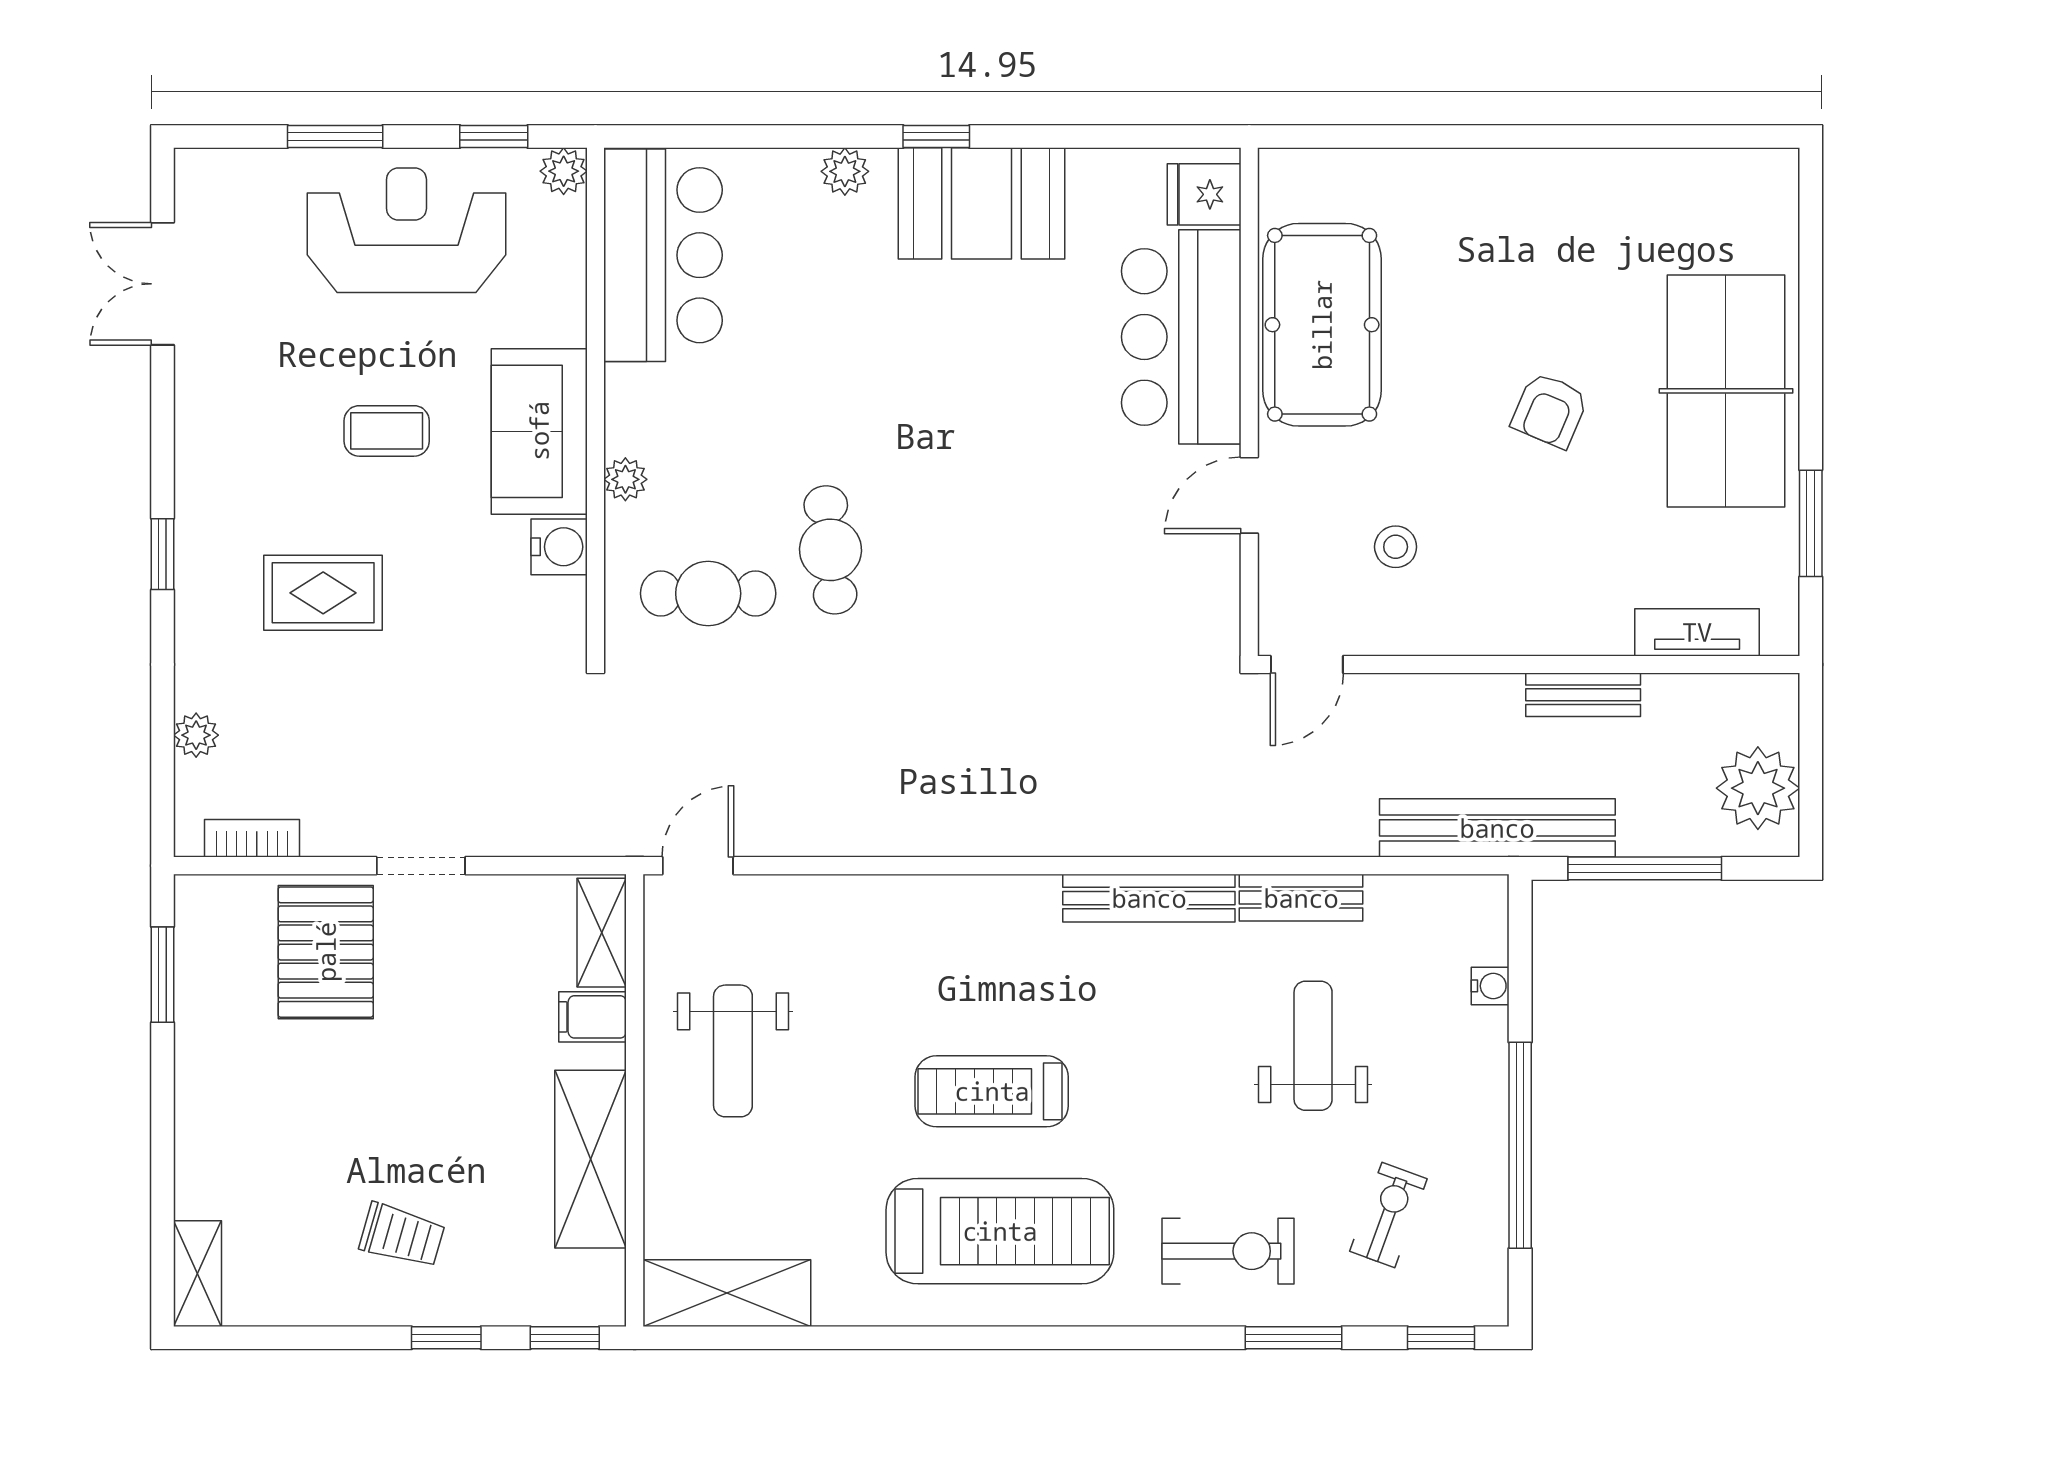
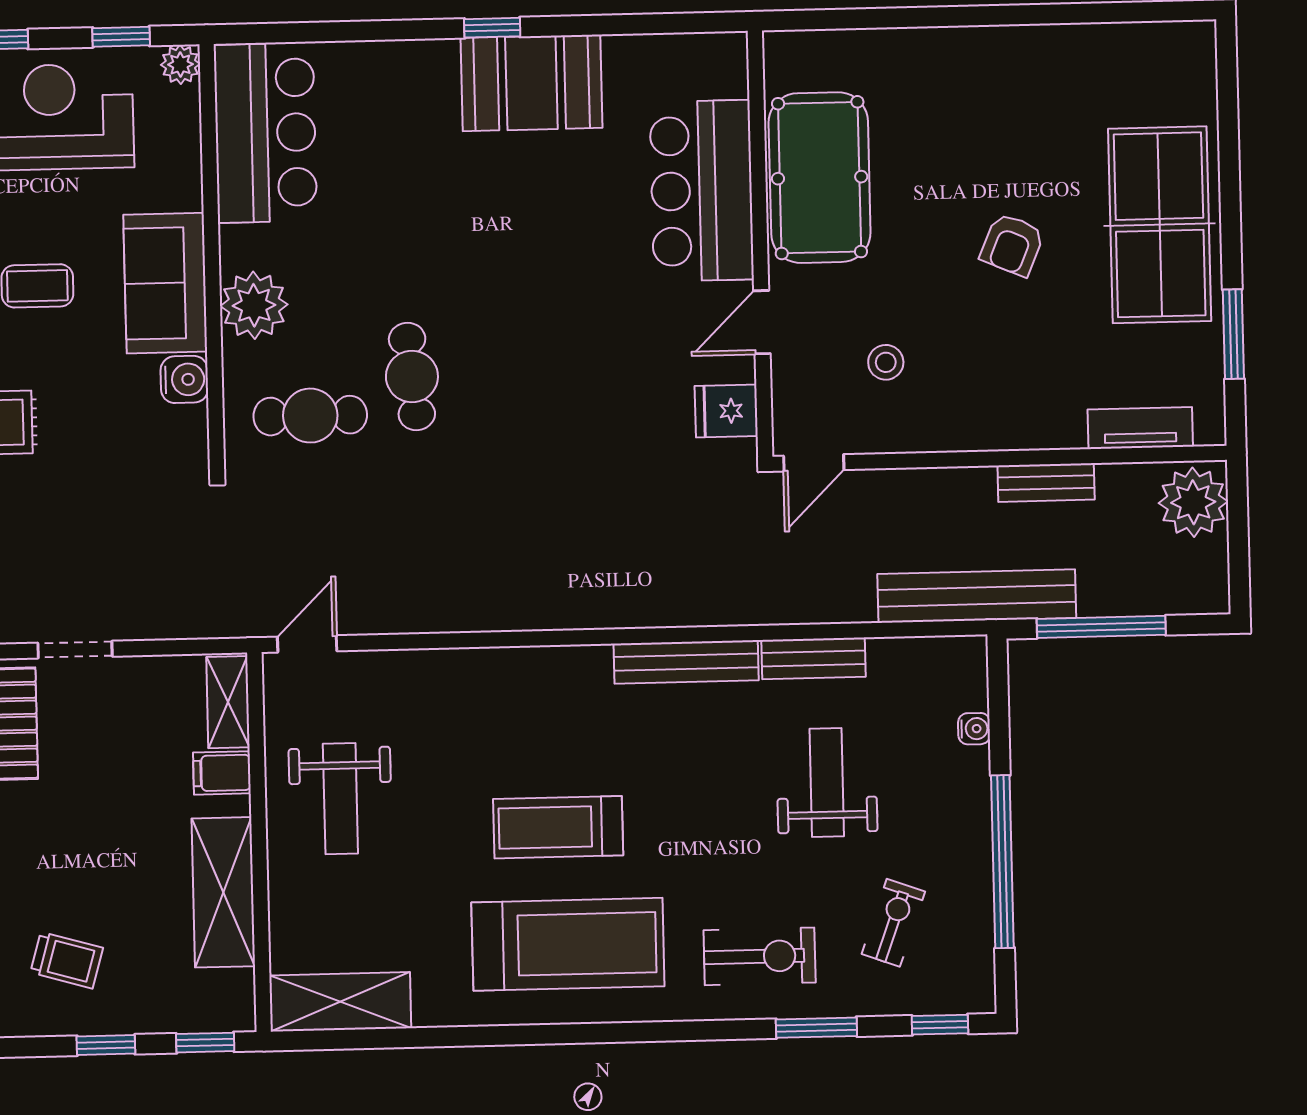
plant: (845, 171) -> (416, 59), removed
fridge: (1204, 194) -> (726, 411), moved
plant: (625, 479) -> (254, 305), width x1.88, depth x1.88
plant: (1758, 788) -> (1193, 502), moved

